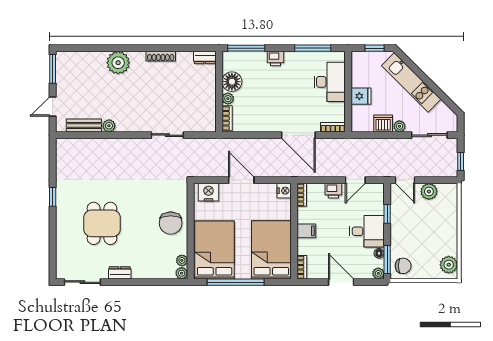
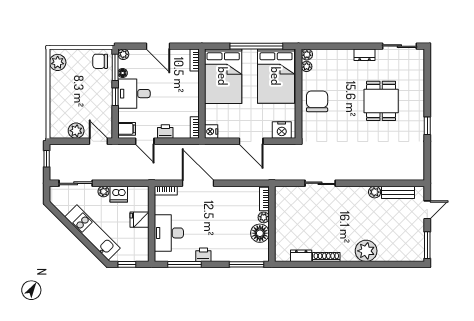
dresser: (205, 57) -> (301, 256), moved
printer: (275, 58) -> (203, 255), moved
door: (355, 180) -> (145, 141), swing flipped
window: (387, 214) -> (115, 97), moved
filing cabinet: (306, 231) -> (127, 129), moved, turned 180

